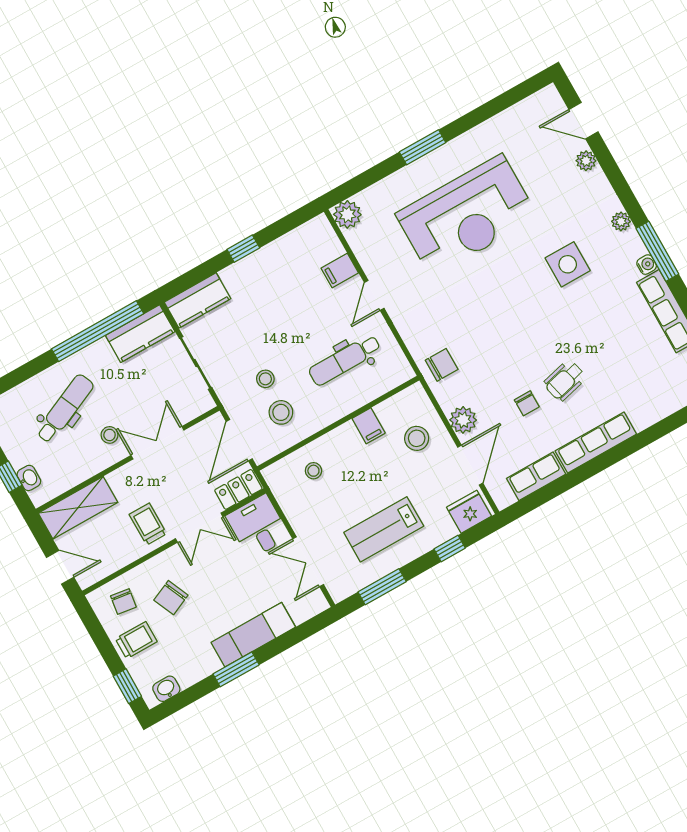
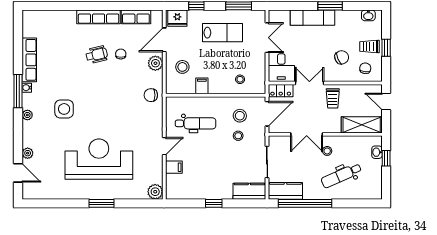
window: (127, 686) -> (386, 48), moved

